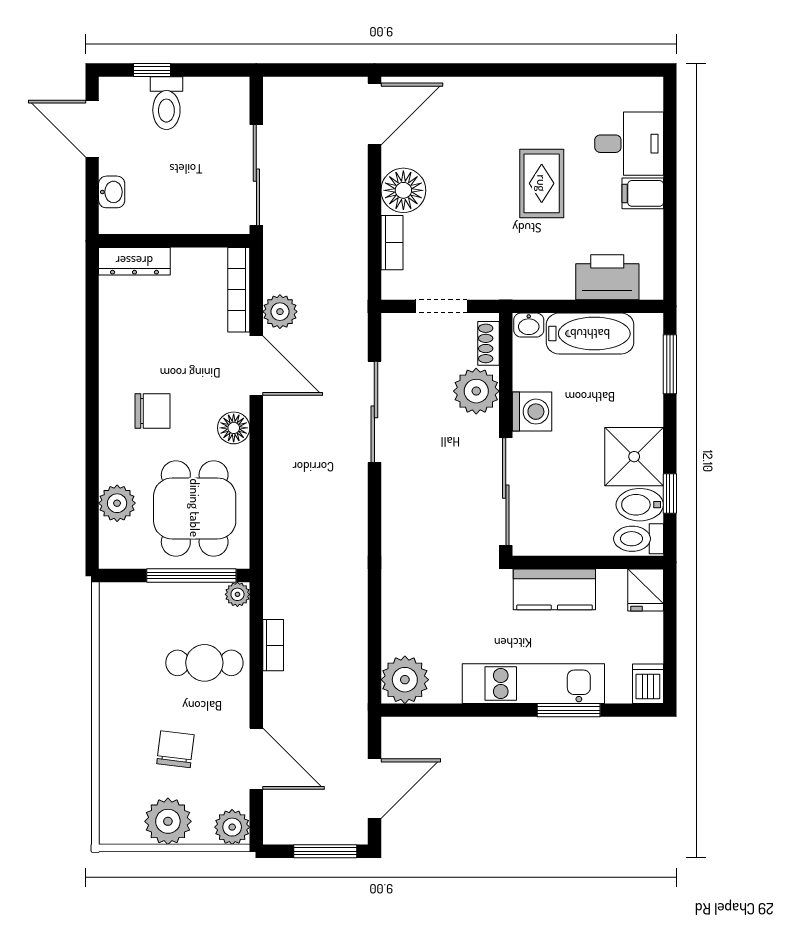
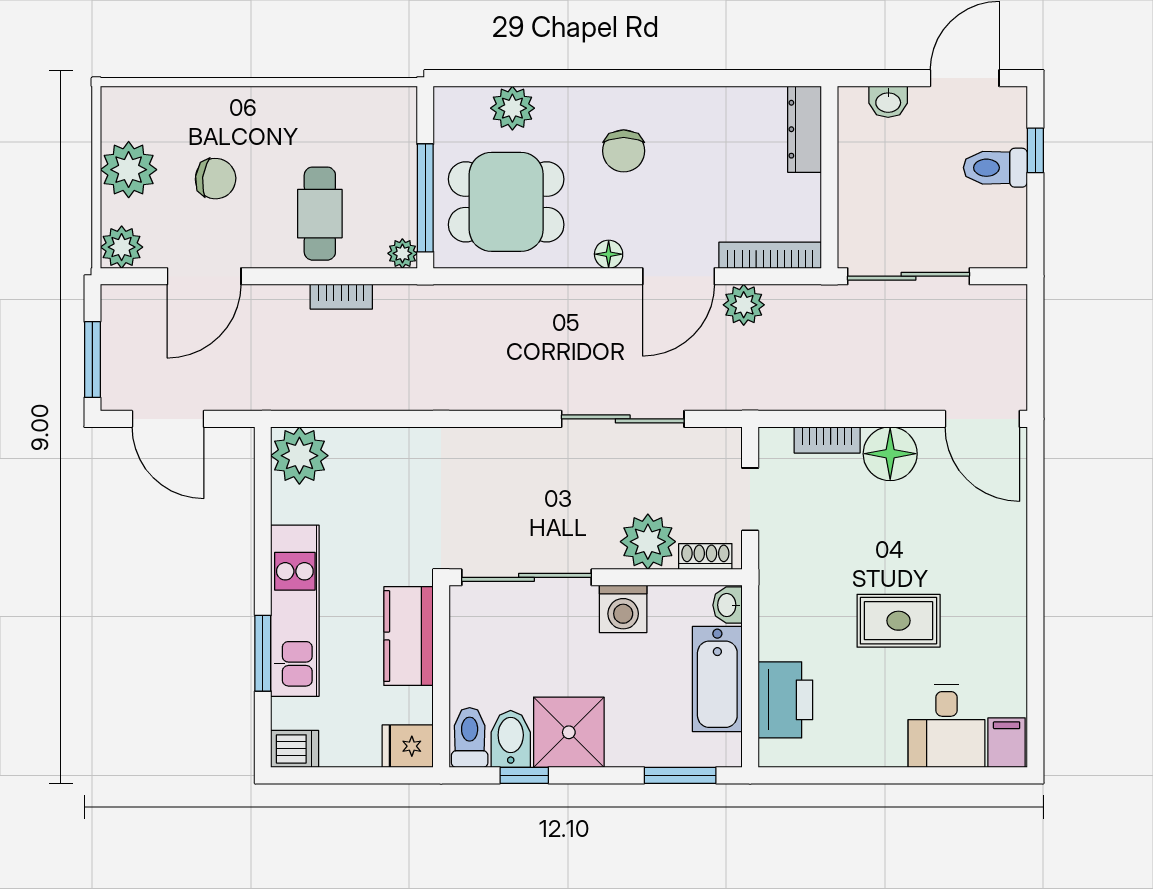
filing cabinet: (643, 193) -> (1007, 743), moved
floor lamp: (234, 428) -> (609, 254), width x0.73, depth x0.73

